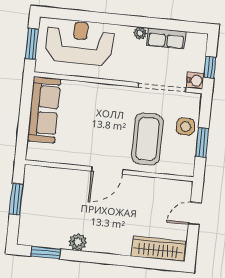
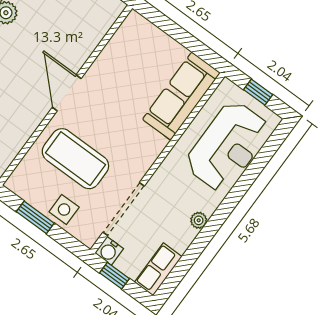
row of seats: (166, 38) -> (158, 269), moved
window: (32, 44) -> (258, 92), width x0.67
sofa: (44, 110) -> (181, 96), moved, turned 90

